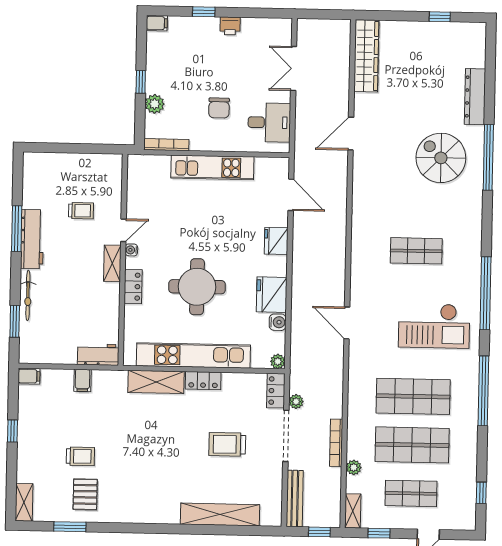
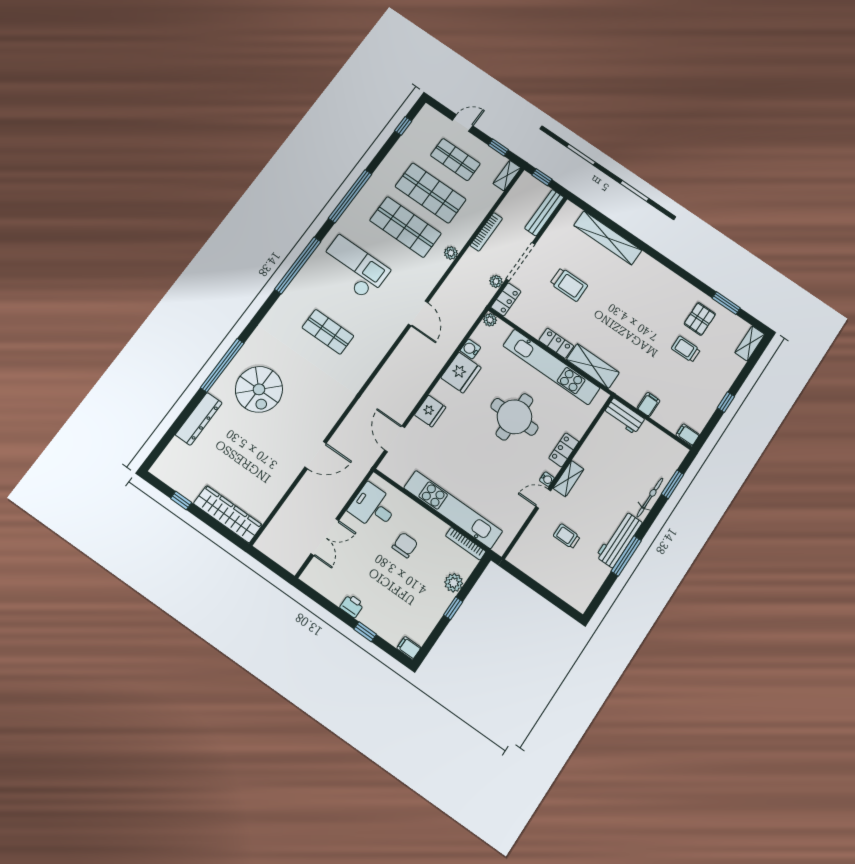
wardrobe: (366, 56) -> (228, 514), moved, turned 90
kitchen unit: (212, 167) -> (453, 510), width x1.36
plant: (354, 467) -> (451, 253), moved

